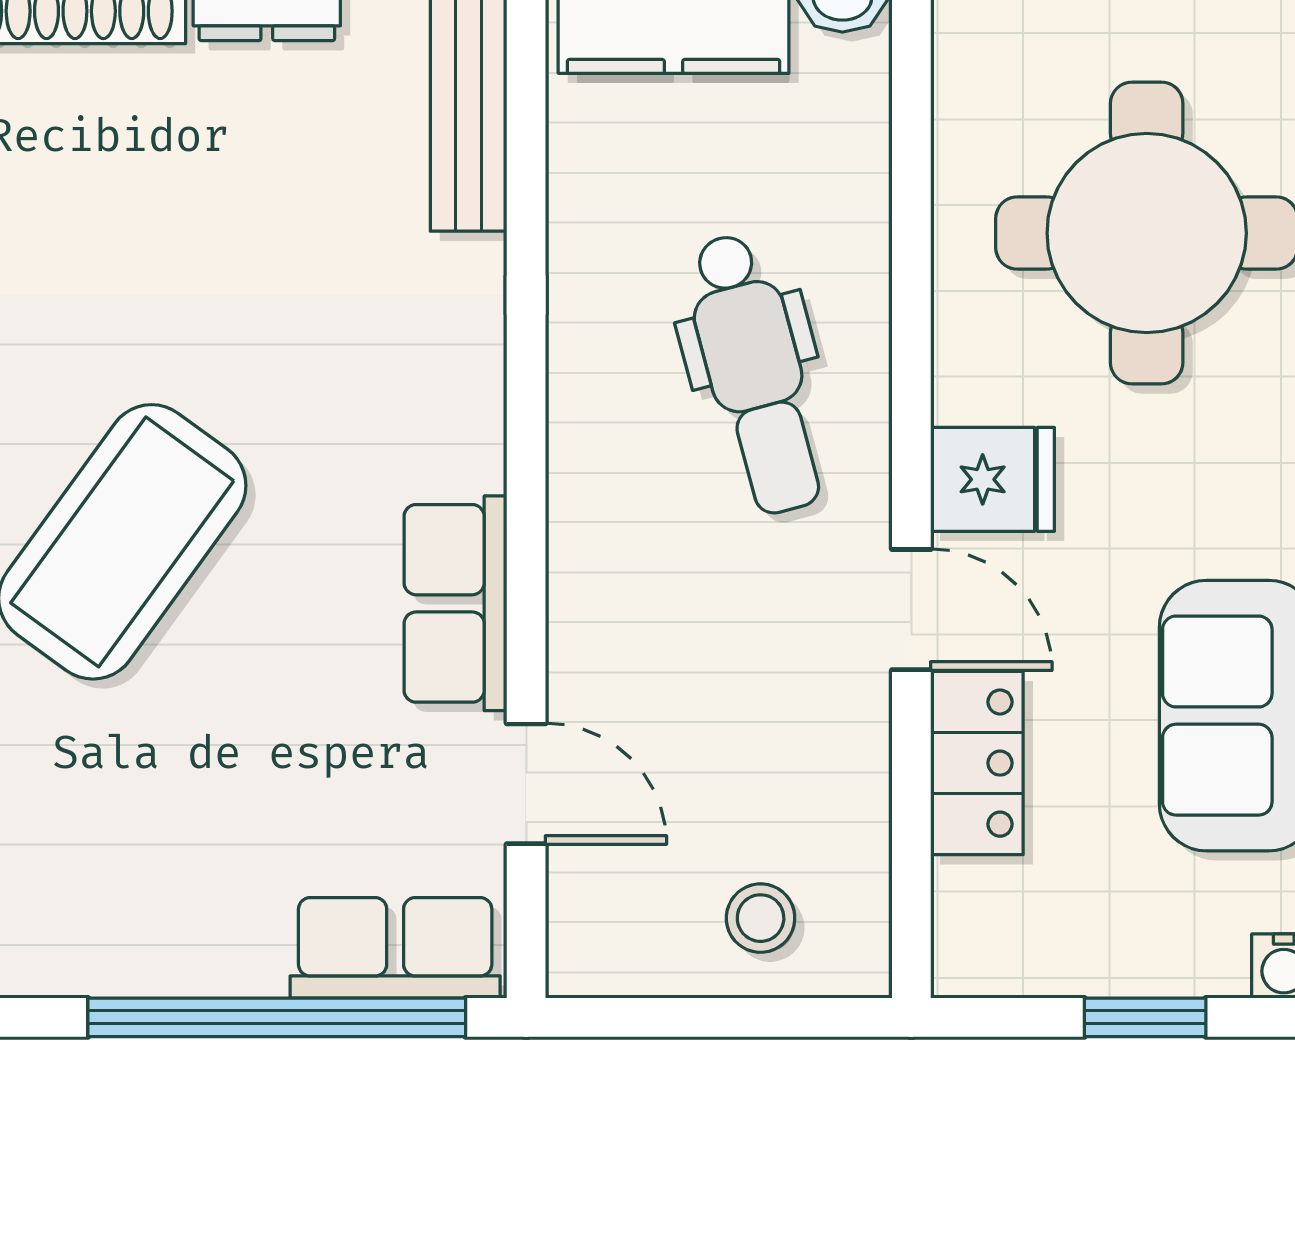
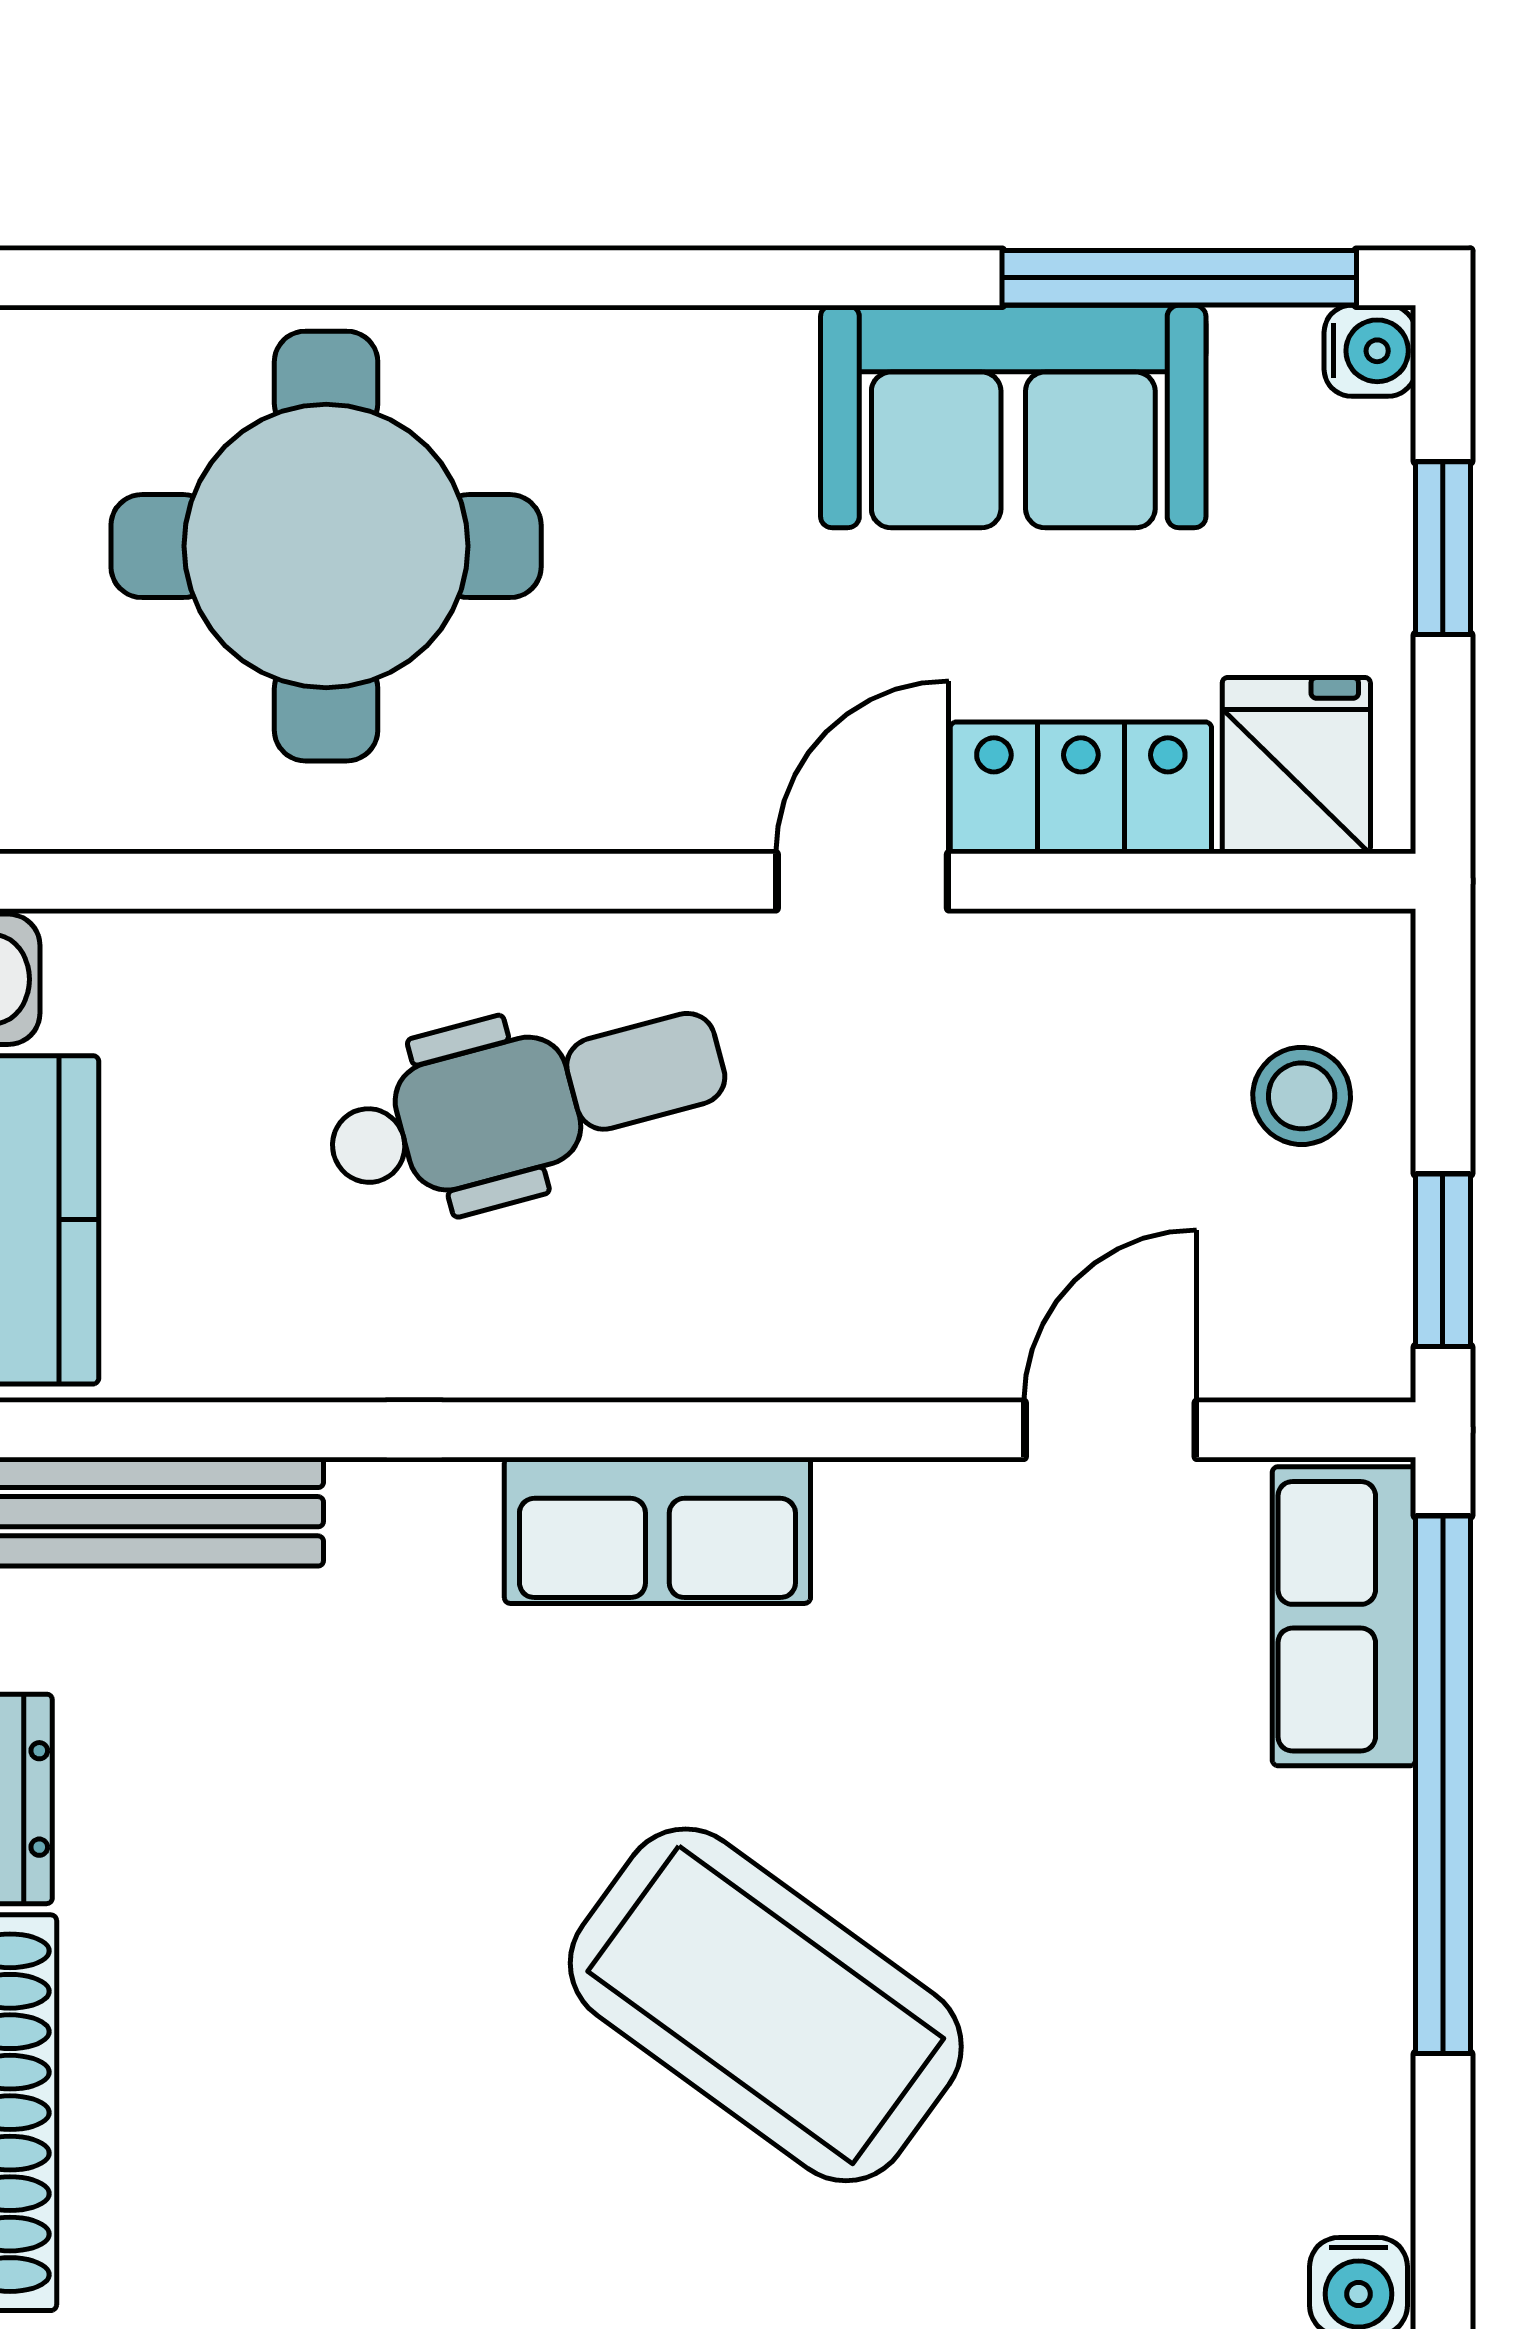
fridge: (993, 479) -> (1296, 766), moved
row of seats: (455, 603) -> (657, 1530), moved
window: (645, 1017) -> (1443, 1260), added

